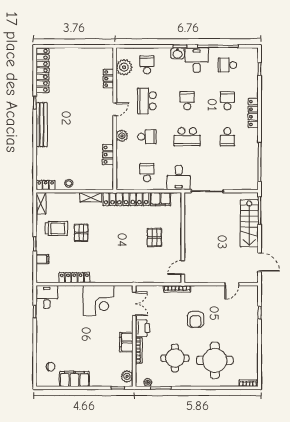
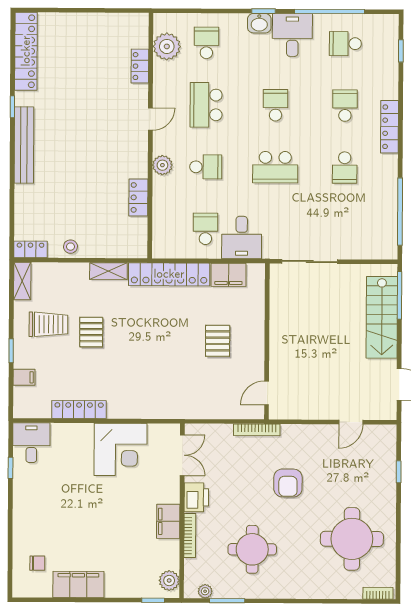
desk: (179, 178) -> (242, 238), moved
round table: (215, 360) -> (352, 539), moved

